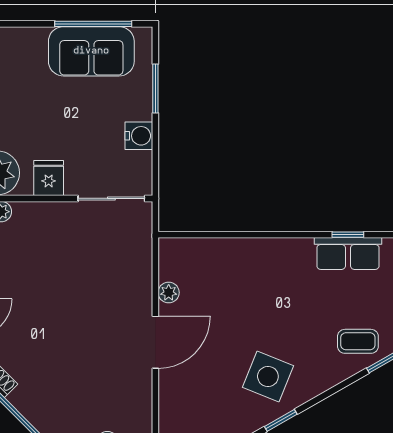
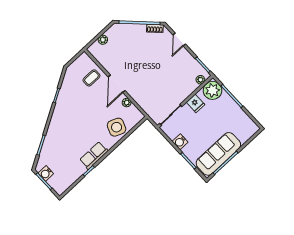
sofa: (91, 51) -> (218, 154), width x1.36
row of seats: (348, 253) -> (94, 155), moved
coffee table: (358, 341) -> (91, 78), moved
side table: (268, 376) -> (117, 127), moved

